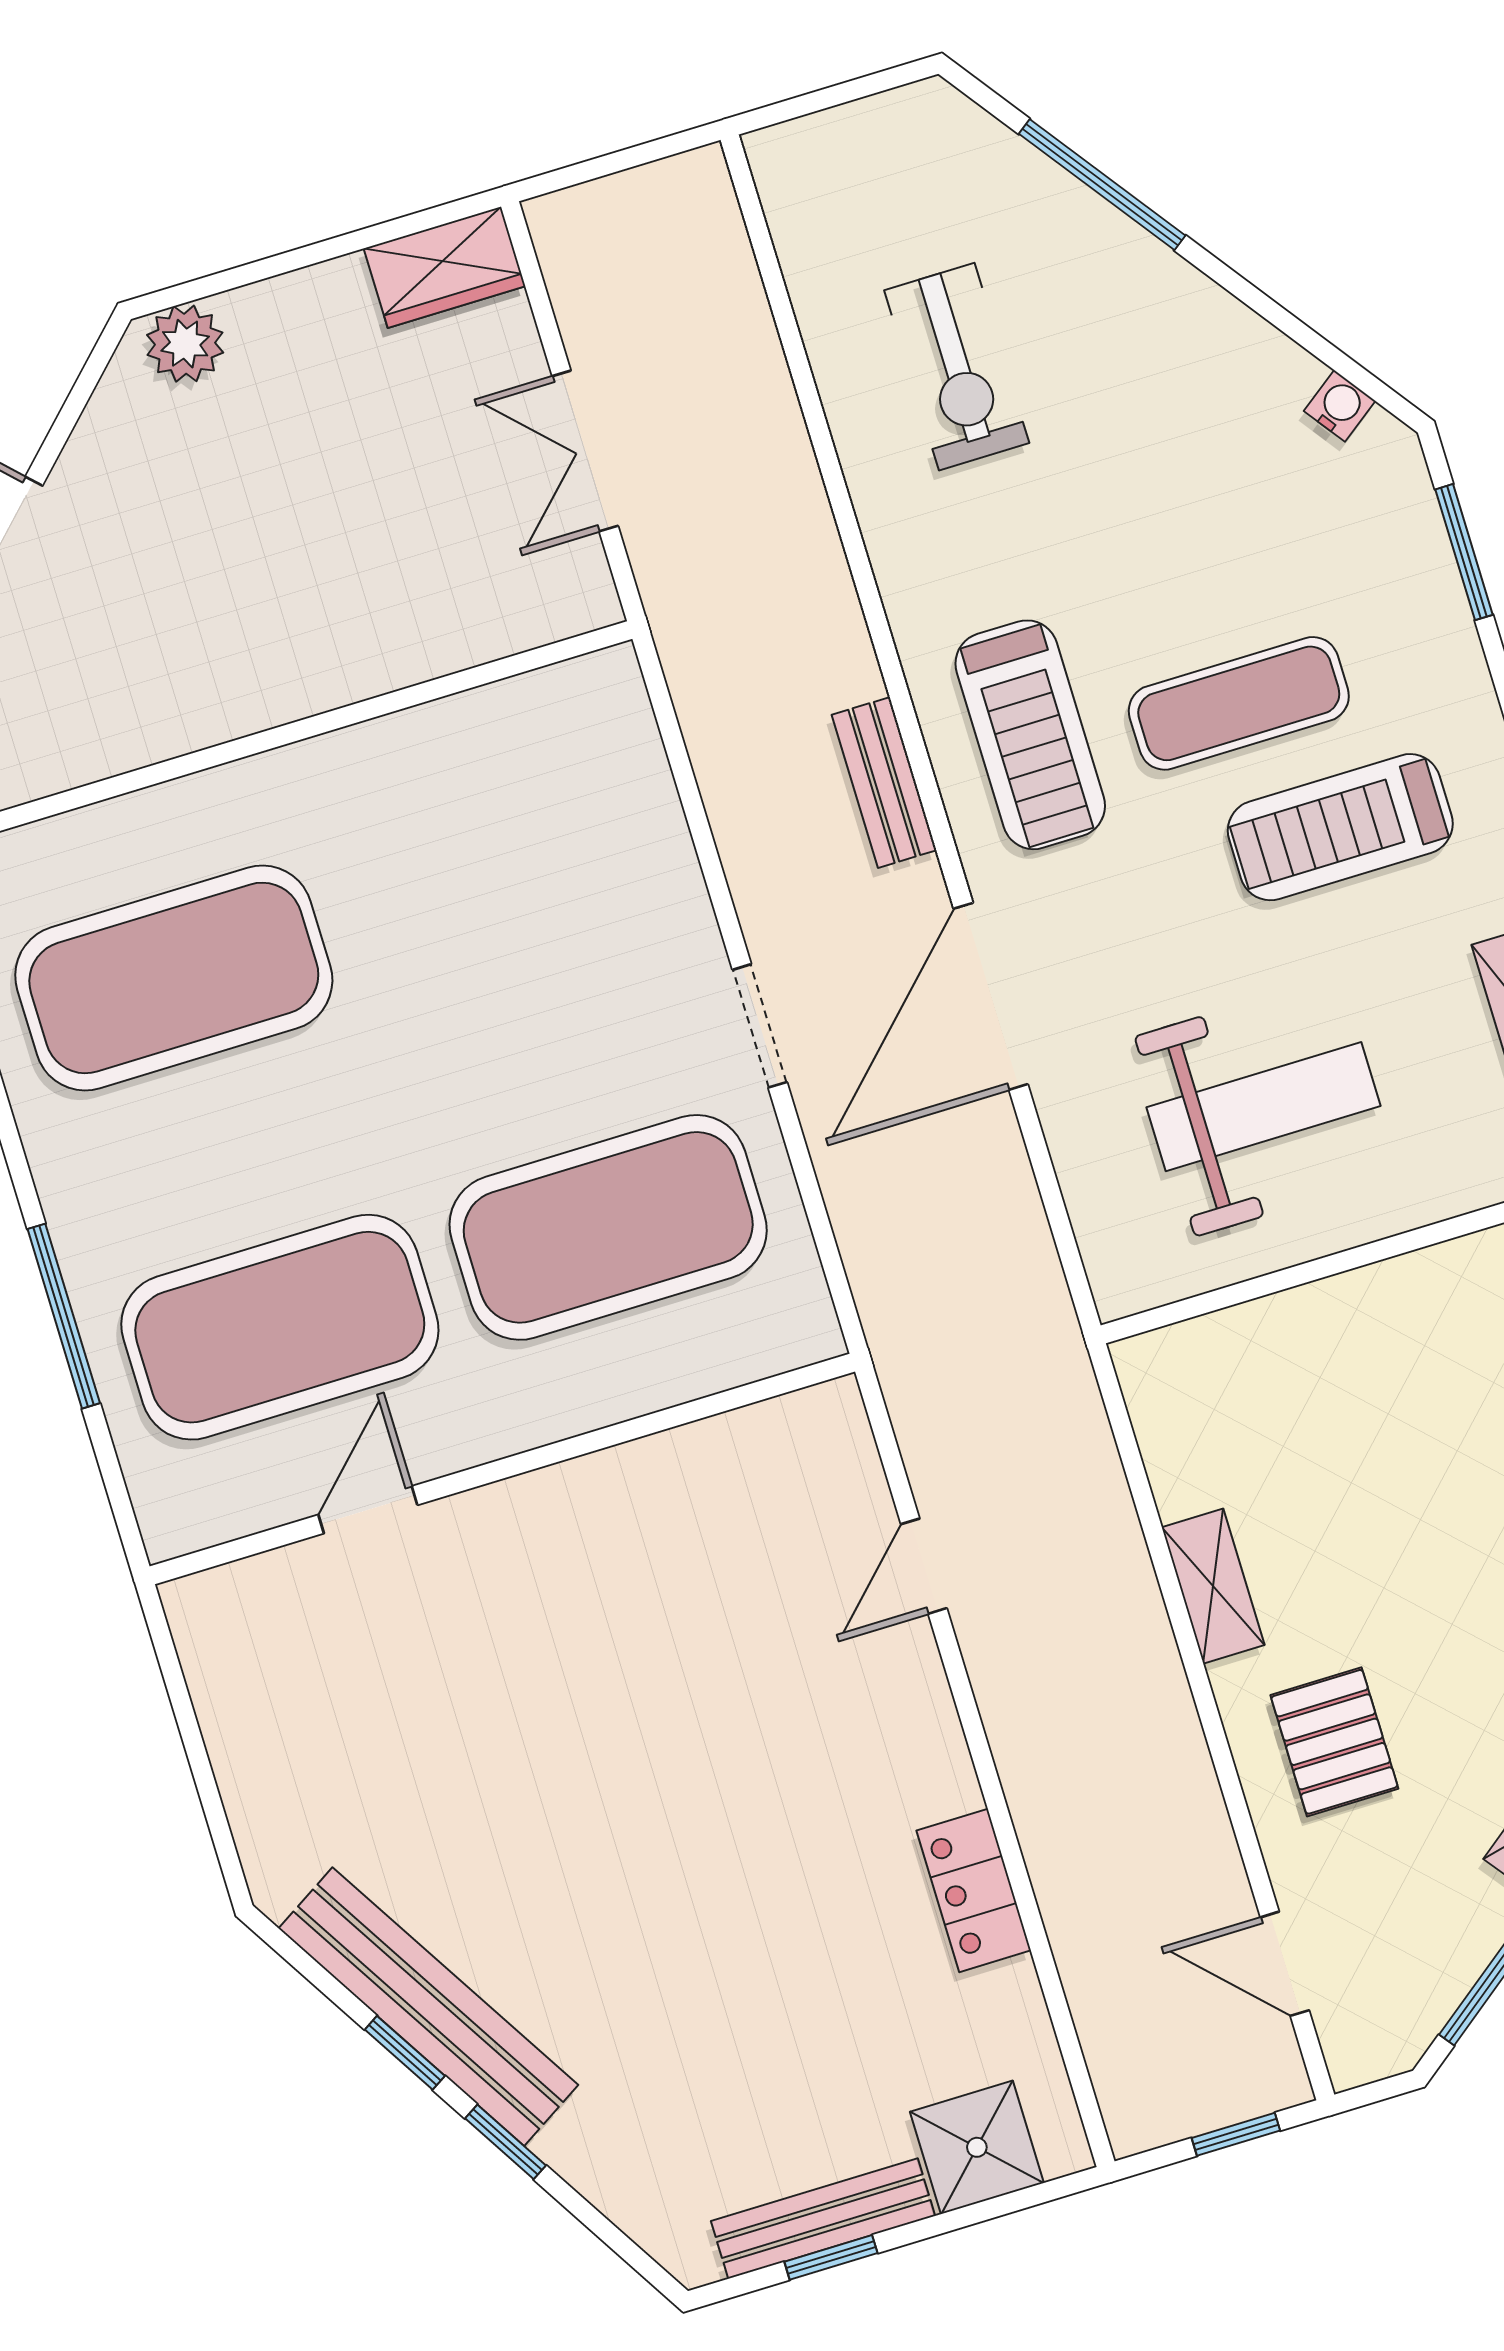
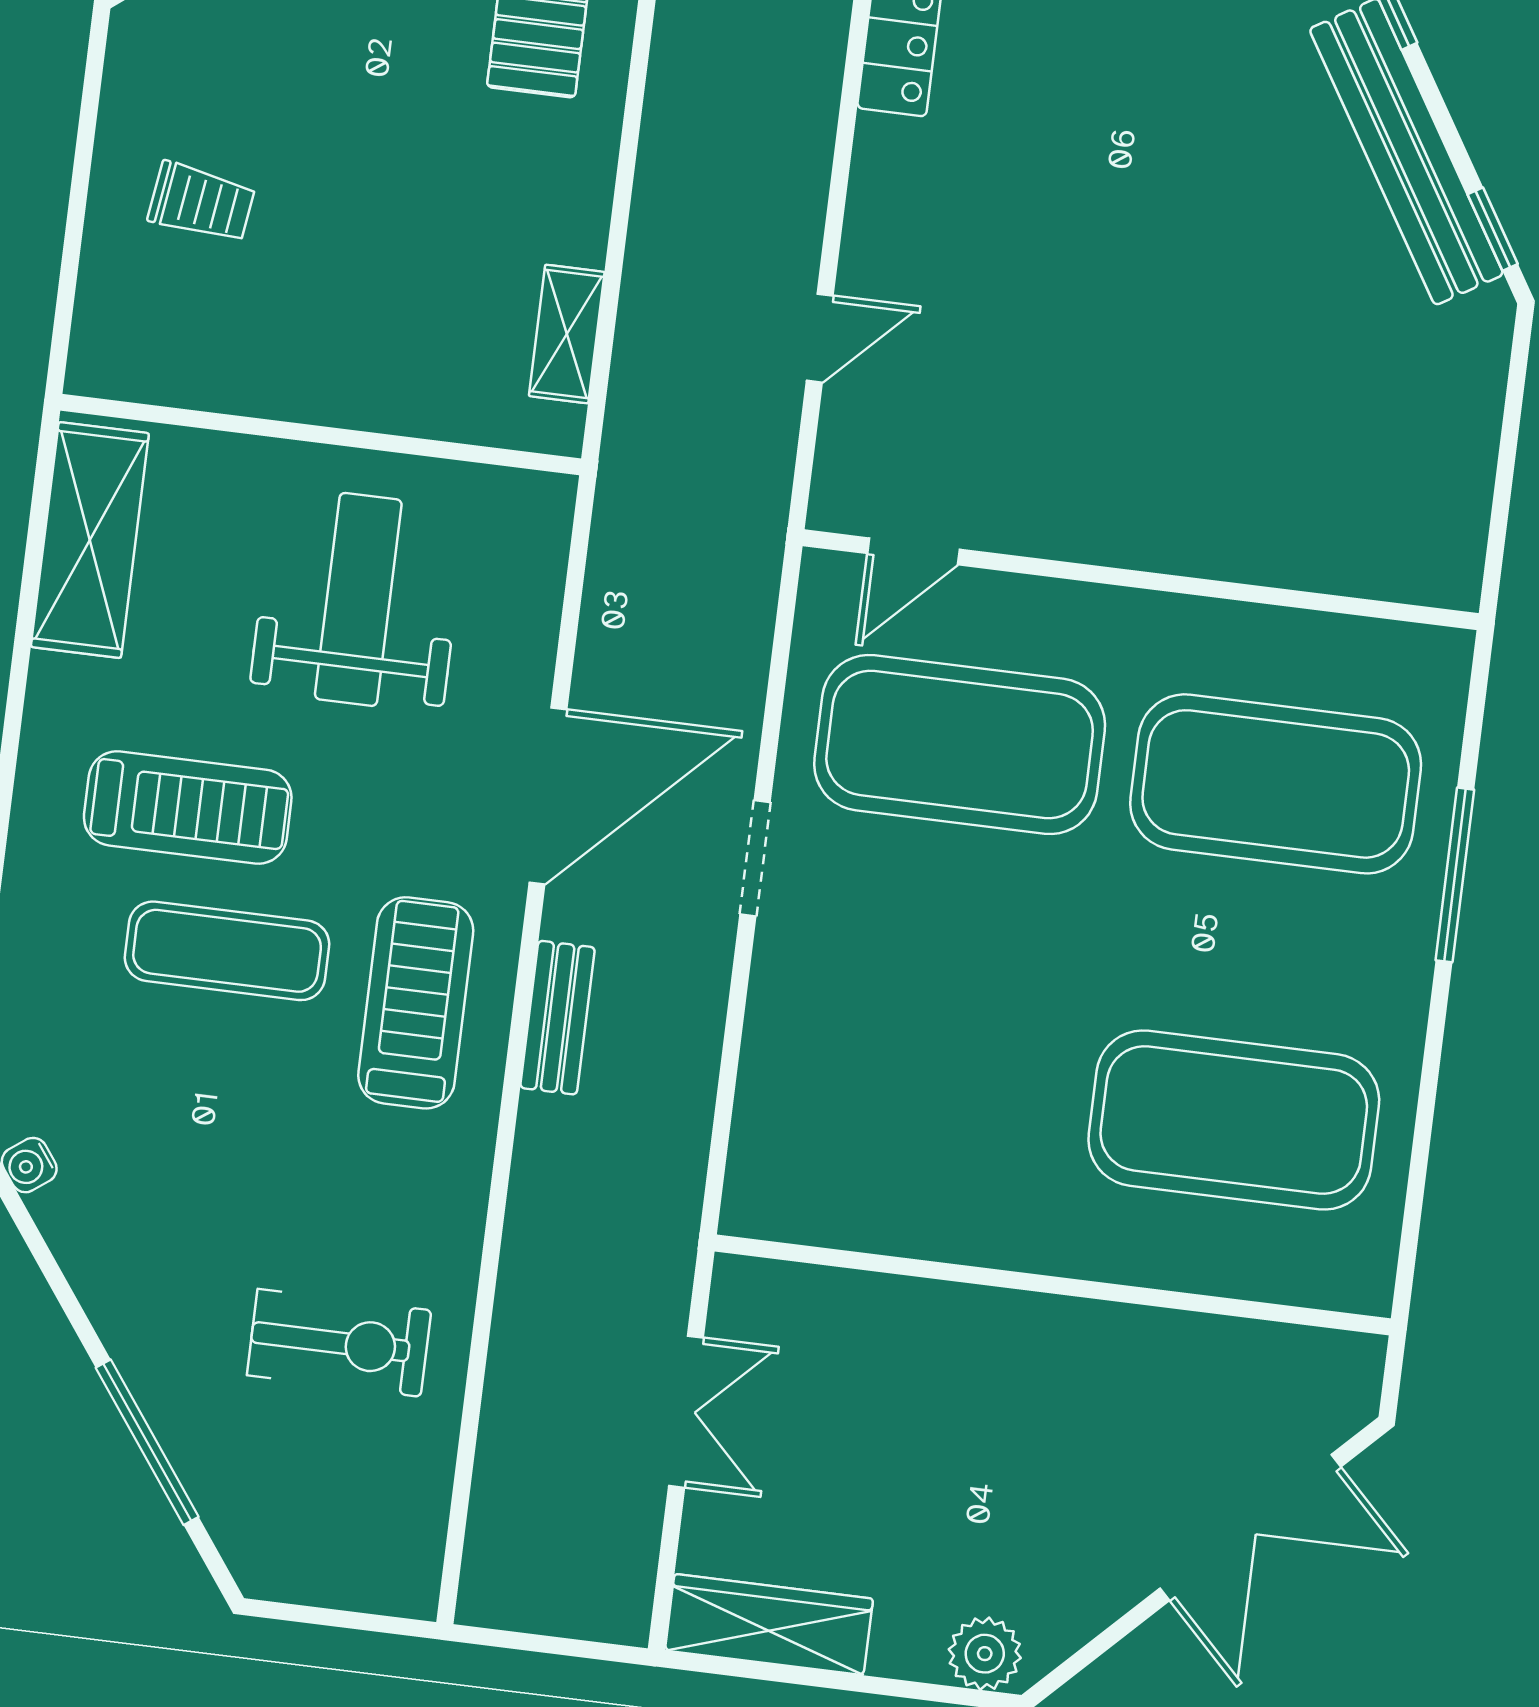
wardrobe: (445, 267) -> (769, 1625), width x1.50
exercise bike: (957, 367) -> (339, 1343), turned 90
weight bench: (1264, 1107) -> (358, 599), turned 90
door: (368, 1510) -> (913, 551), moved
shelving: (1213, 1586) -> (567, 334), moved
window: (405, 2053) -> (1493, 229), moved

